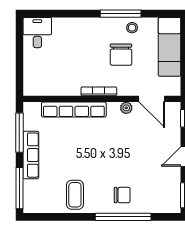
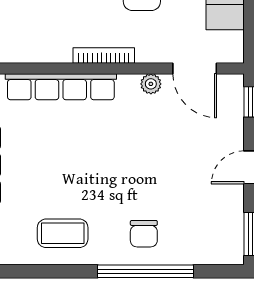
coffee table: (75, 195) -> (63, 233), turned 90
chair: (122, 195) -> (144, 234), turned 90

